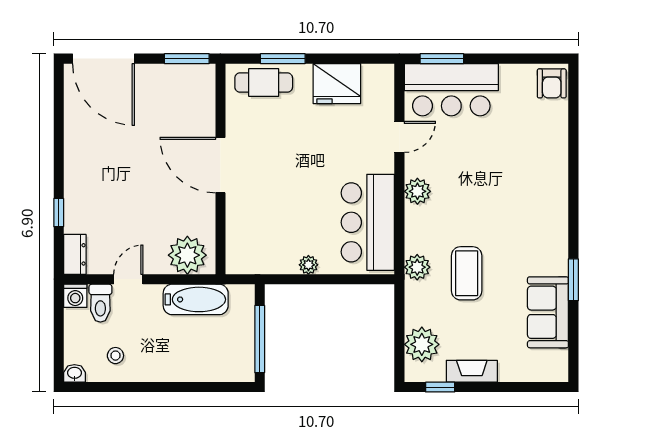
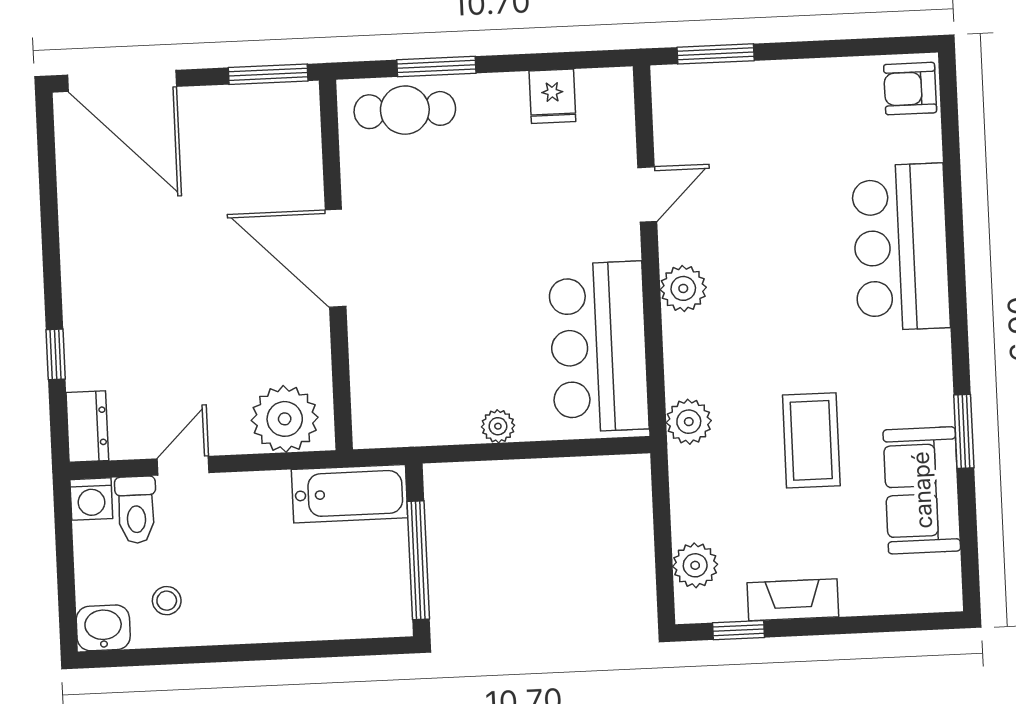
armchair: (552, 83) -> (910, 89), turned 90
fridge: (337, 84) -> (552, 96), width x0.53, depth x0.75
bar counter: (451, 90) -> (901, 247), moved, turned 90
coffee table: (467, 273) -> (811, 440), moved
bathtub: (196, 299) -> (350, 494), moved
plant: (422, 344) -> (695, 565), width x0.73, depth x0.73
washbasin: (74, 373) -> (103, 628), width x1.38, depth x1.45

